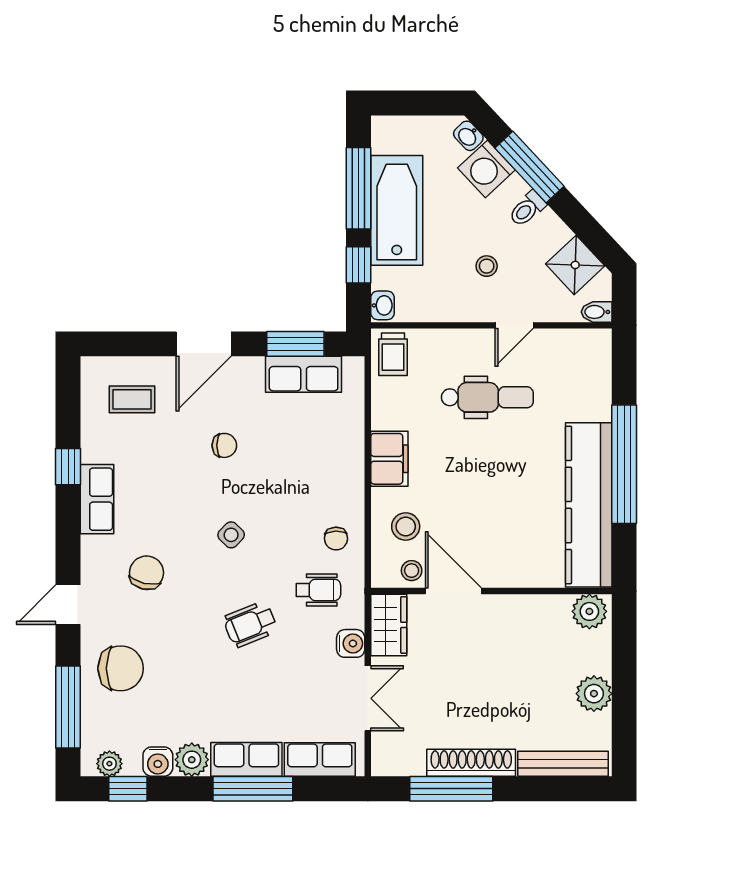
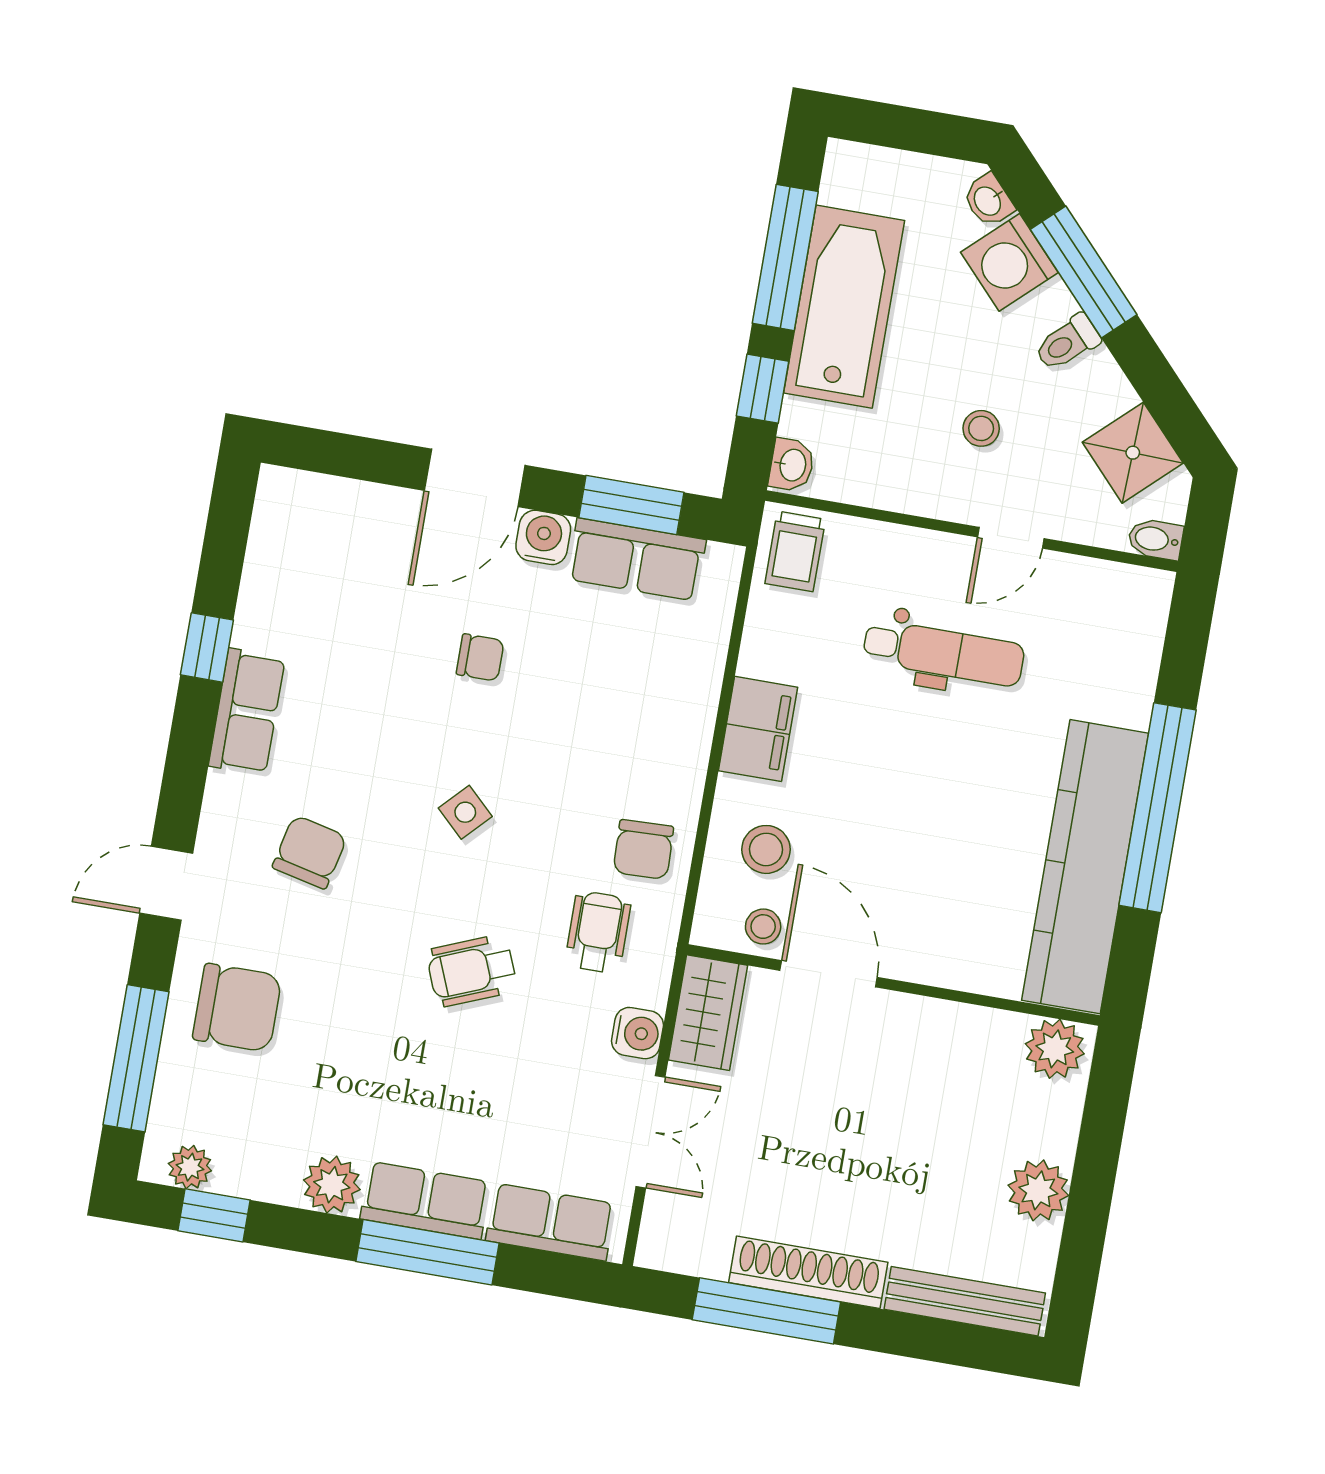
coffee table: (132, 399) -> (336, 551), removed
chair: (336, 539) -> (643, 849), width x1.37, depth x1.37
wheelchair: (318, 590) -> (598, 932), turned -90
water cooler: (158, 762) -> (543, 537), moved, turned 180

